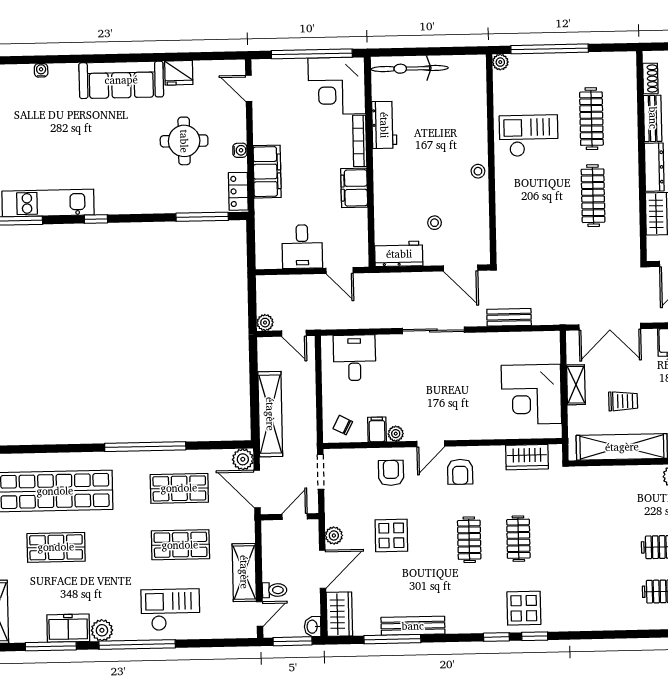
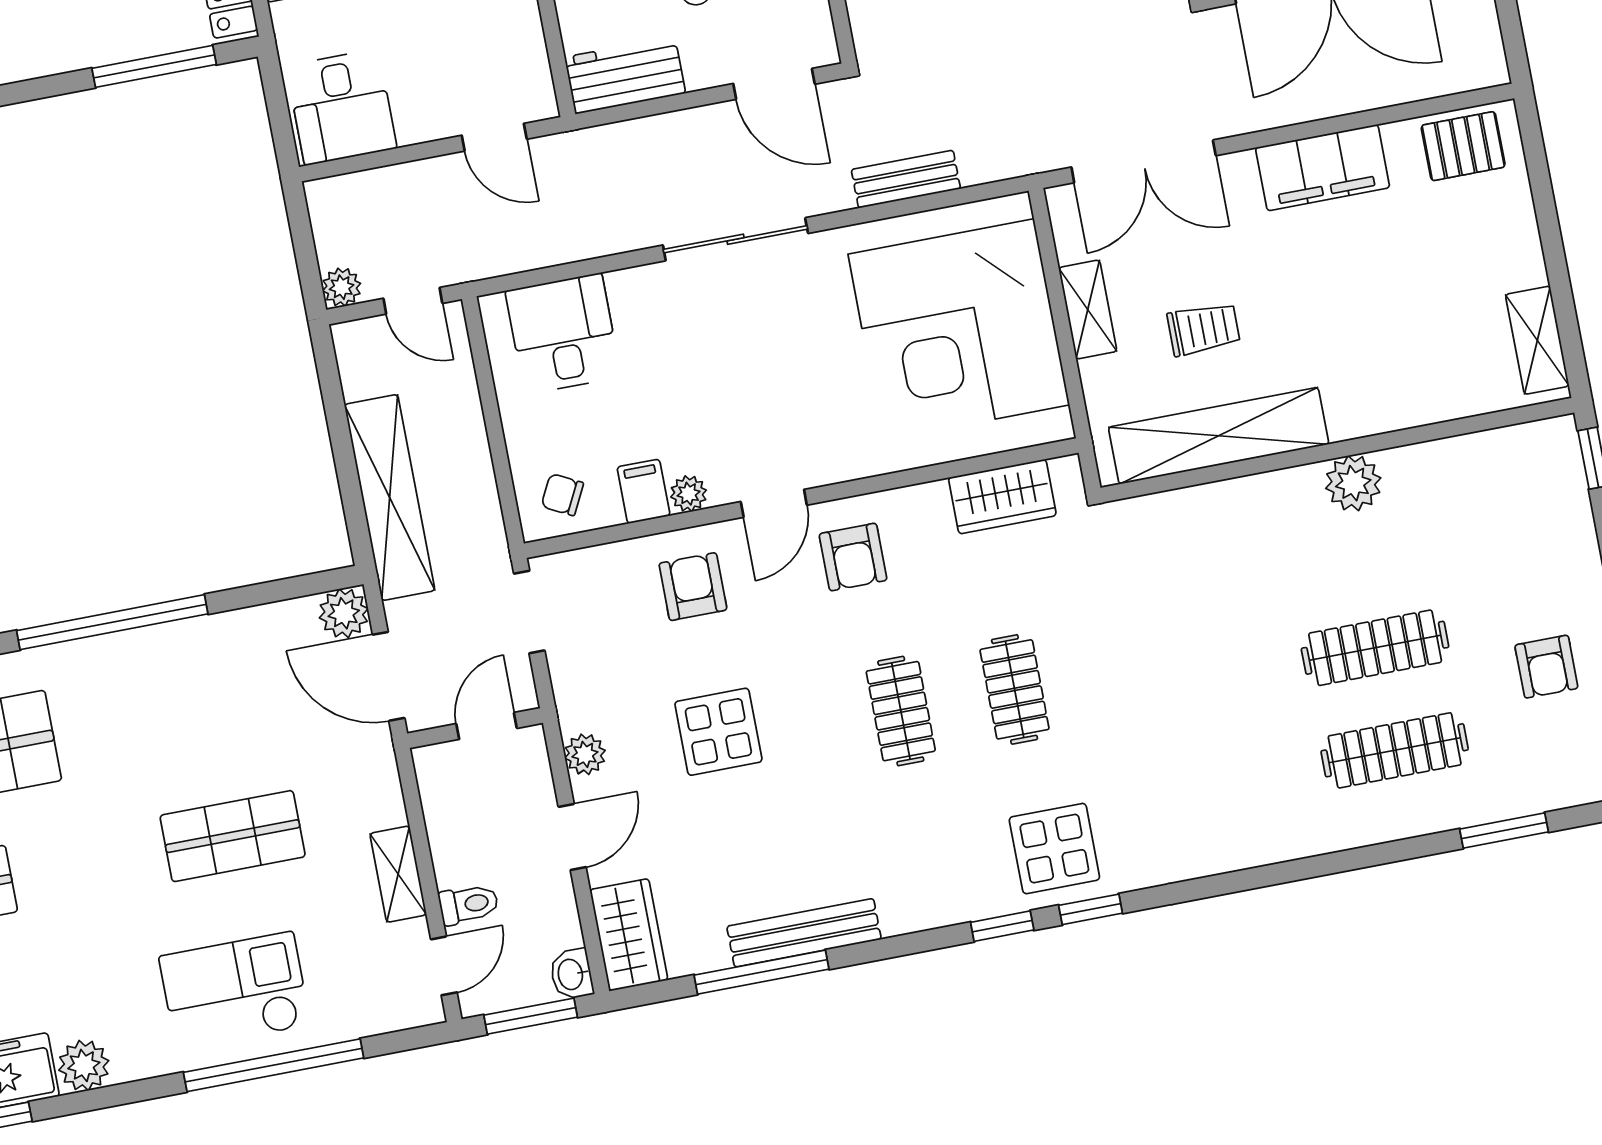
desk: (302, 247) -> (341, 107), moved
corner desk: (531, 394) -> (959, 329), width x1.36, depth x1.36
shop shelf: (179, 488) -> (208, 706), removed
door: (323, 569) -> (572, 837), width x0.73
shelving: (244, 572) -> (398, 874), width x0.67, depth x0.75
window: (137, 645) -> (274, 1065), moved

